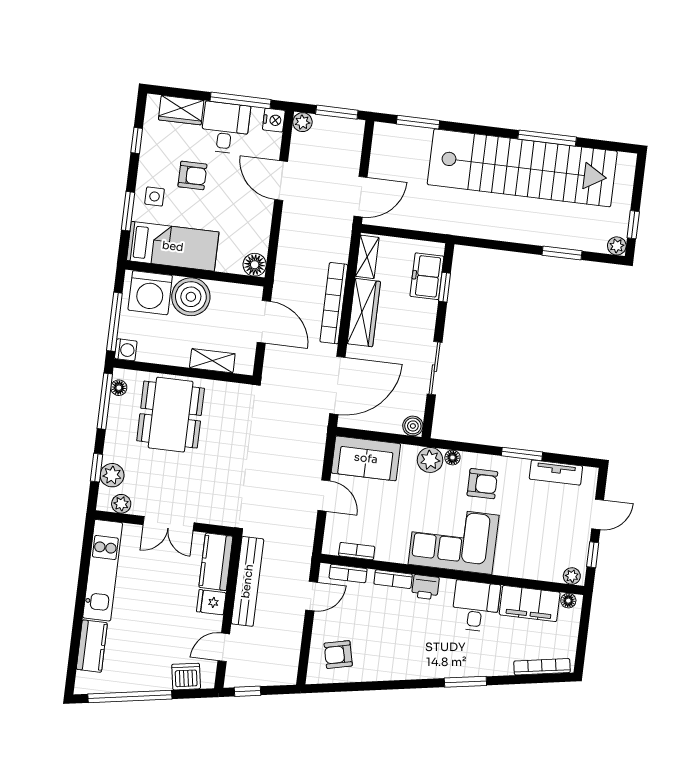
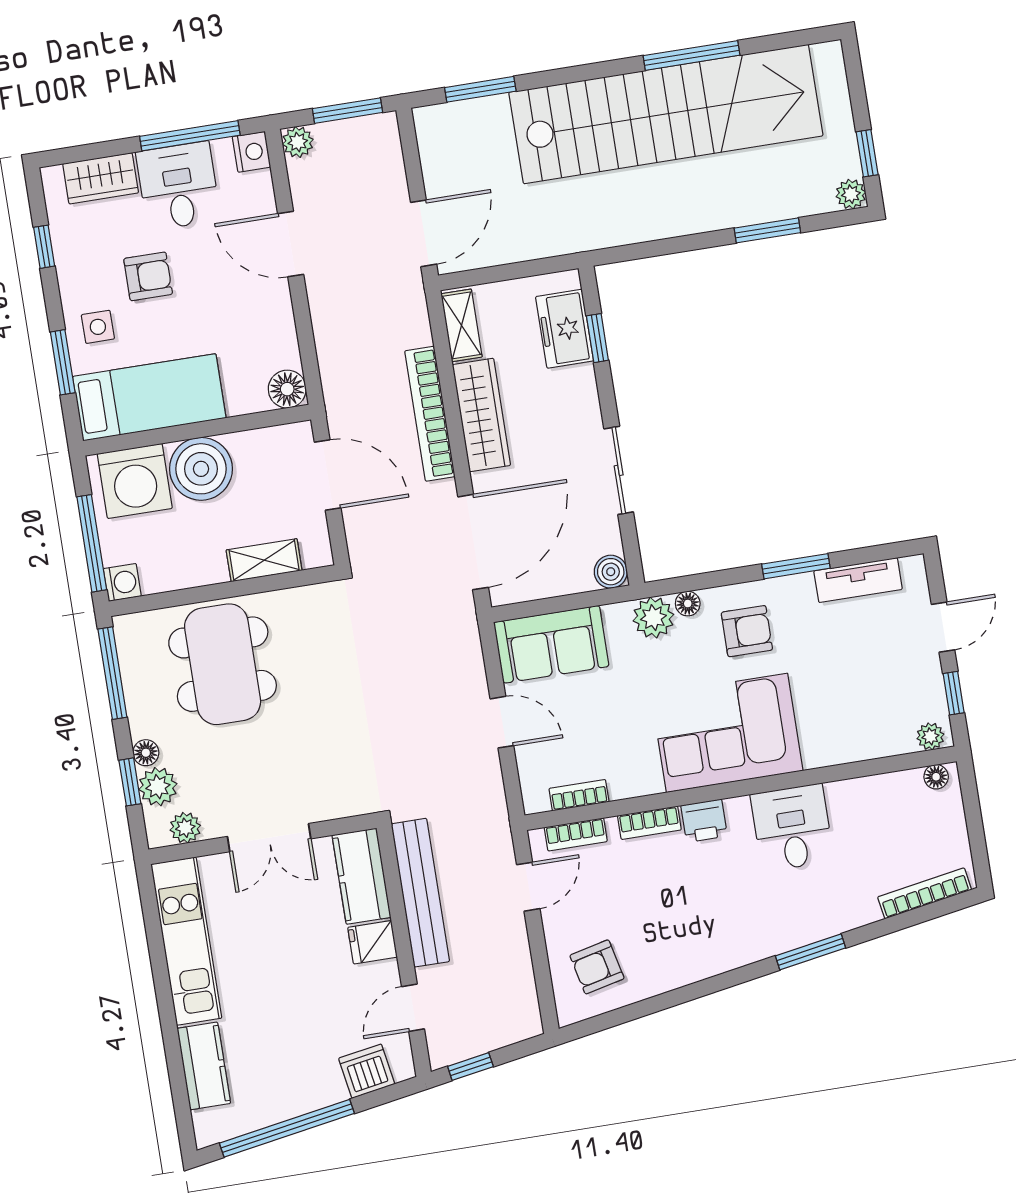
floor lamp: (119, 388) -> (146, 753), moved
filing cabinet: (530, 603) -> (876, 799), removed

